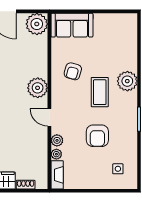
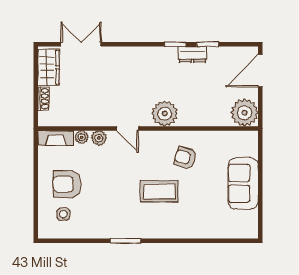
sofa: (72, 25) -> (243, 183), moved
plant: (127, 81) -> (173, 226), removed
door: (49, 117) -> (128, 128), swing flipped
armchair: (97, 136) -> (67, 184), moved

